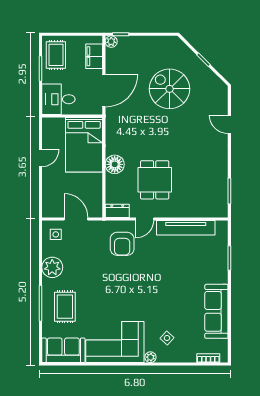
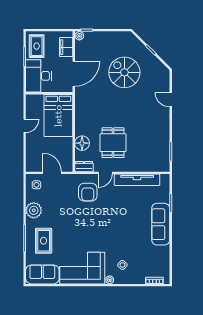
desk: (58, 99) -> (39, 76), width x1.37
floor lamp: (115, 164) -> (82, 143), moved
sofa: (216, 311) -> (161, 224), moved

